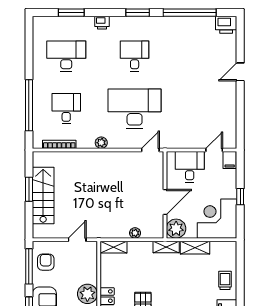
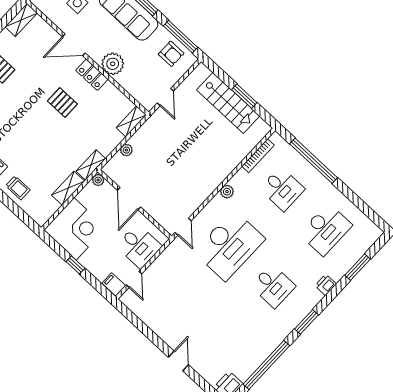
plant: (176, 229) -> (98, 180), width x0.53, depth x0.53

